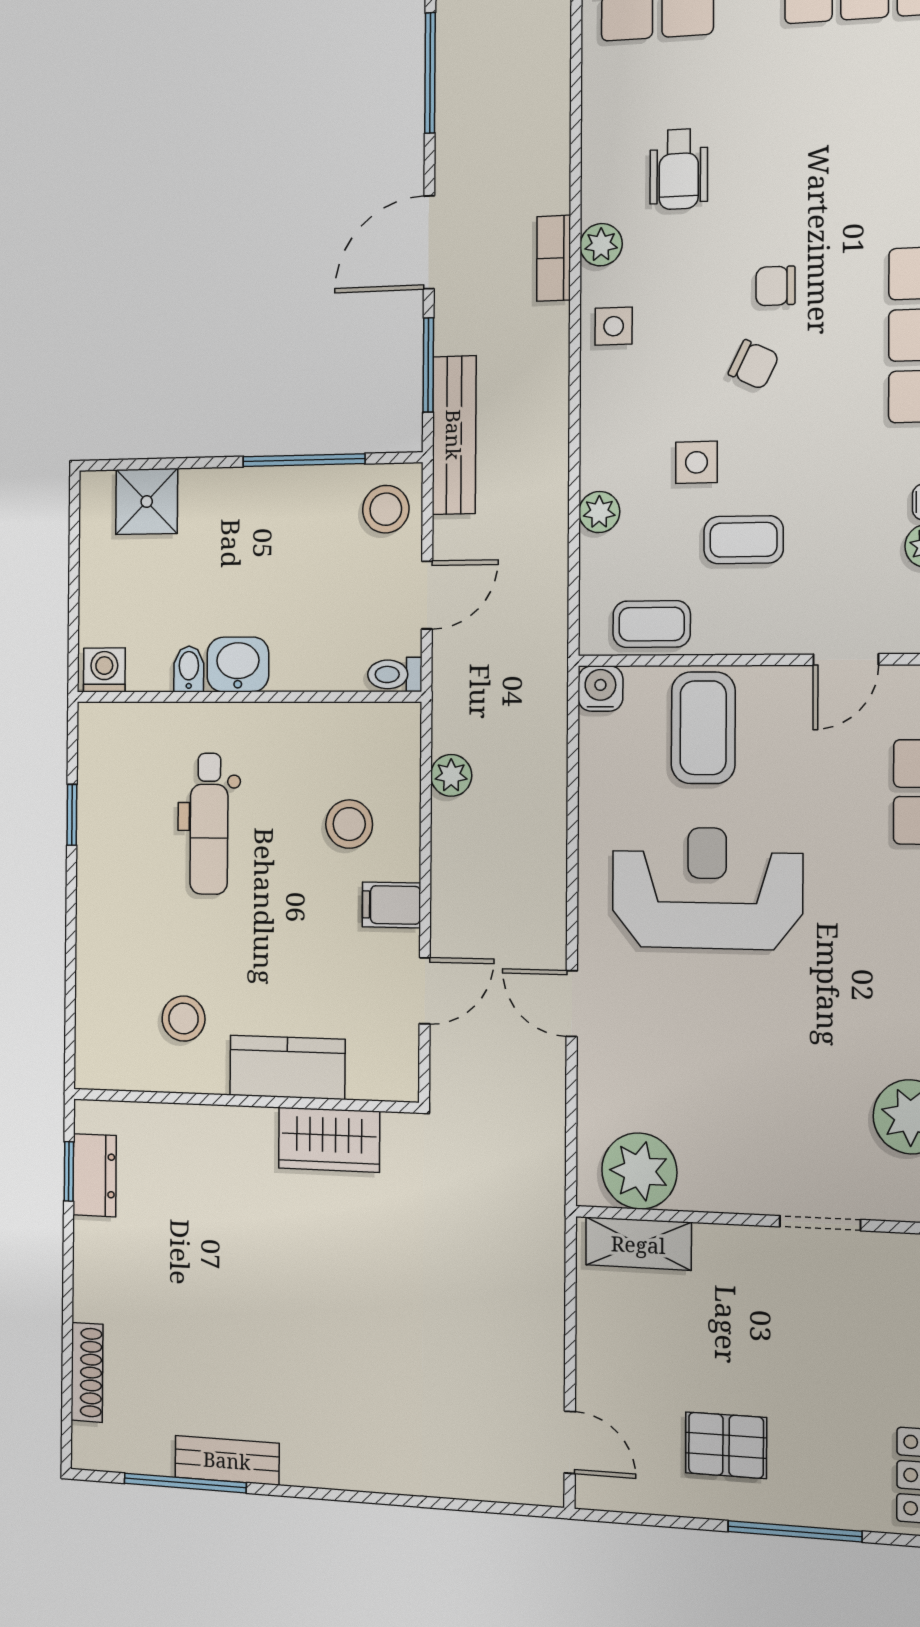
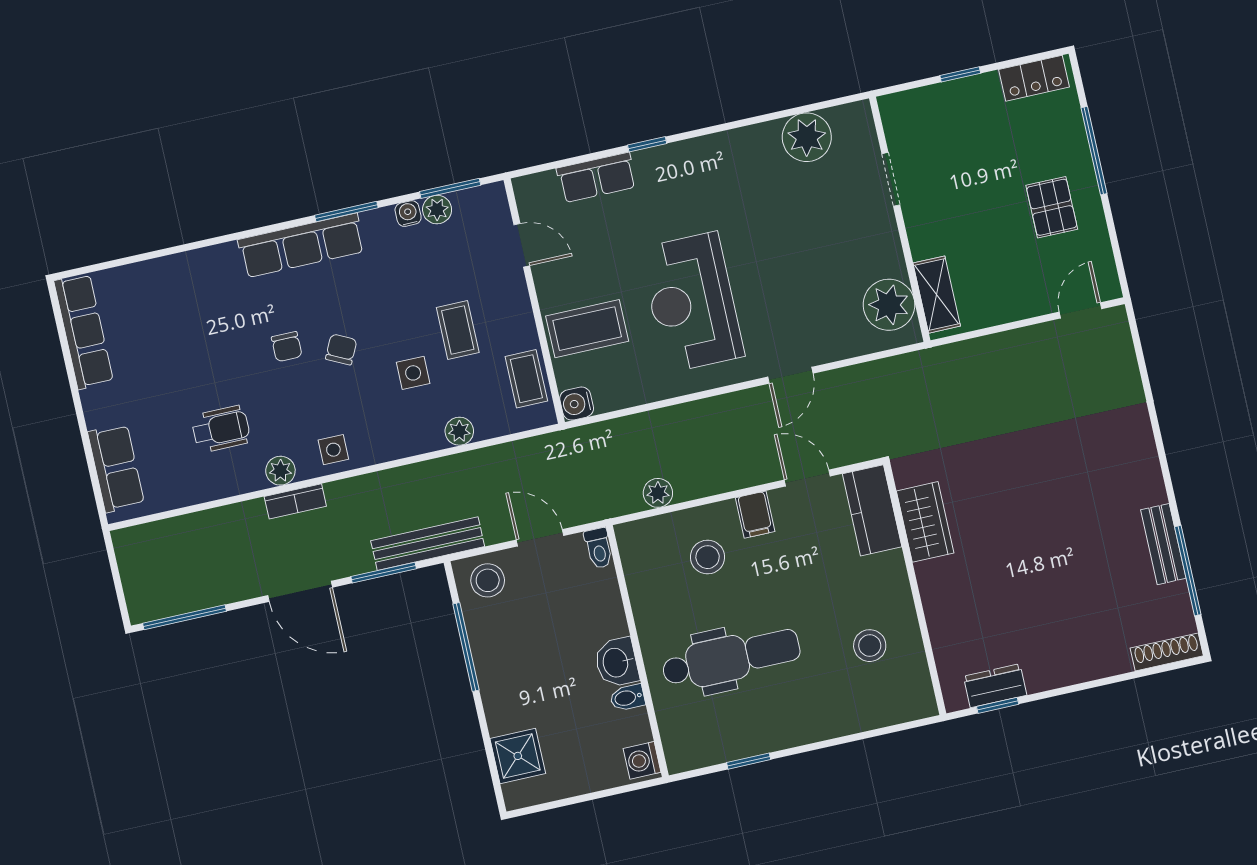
dental chair: (209, 824) -> (731, 658), width x1.36, depth x1.38
kitchen counter: (287, 1067) -> (872, 510), moved
shoe rack: (87, 1372) -> (1167, 652), moved

